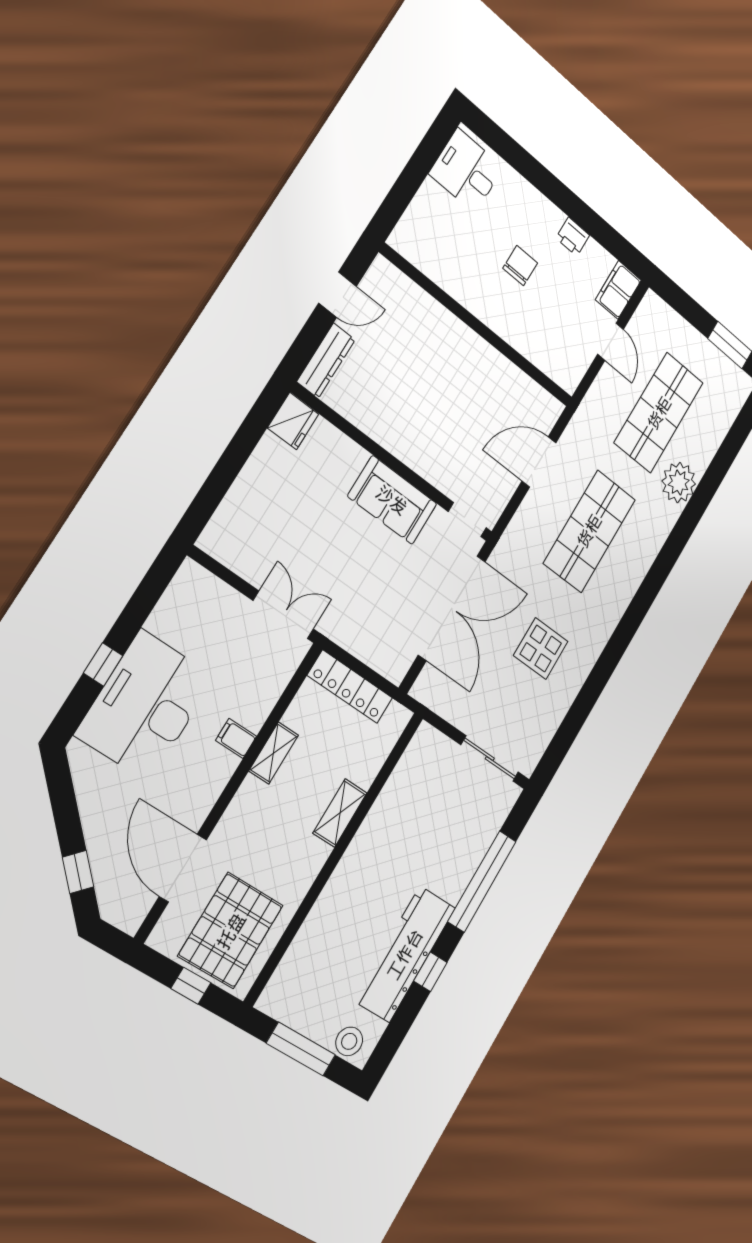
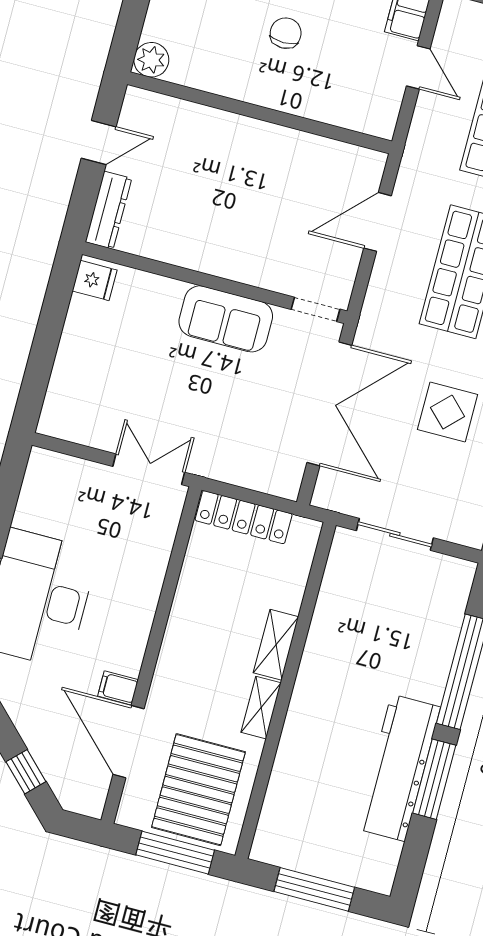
plant: (406, 239) -> (151, 60), added
fridge: (293, 421) -> (95, 280), width x0.72
filing cabinet: (236, 738) -> (118, 688), moved
shelving: (274, 753) -> (261, 708), moved
sliding door: (490, 759) -> (395, 534), moved
window: (430, 972) -> (434, 779), width x2.17
window: (191, 986) -> (175, 853), width x2.17
stool: (349, 1041) -> (366, 870), removed

